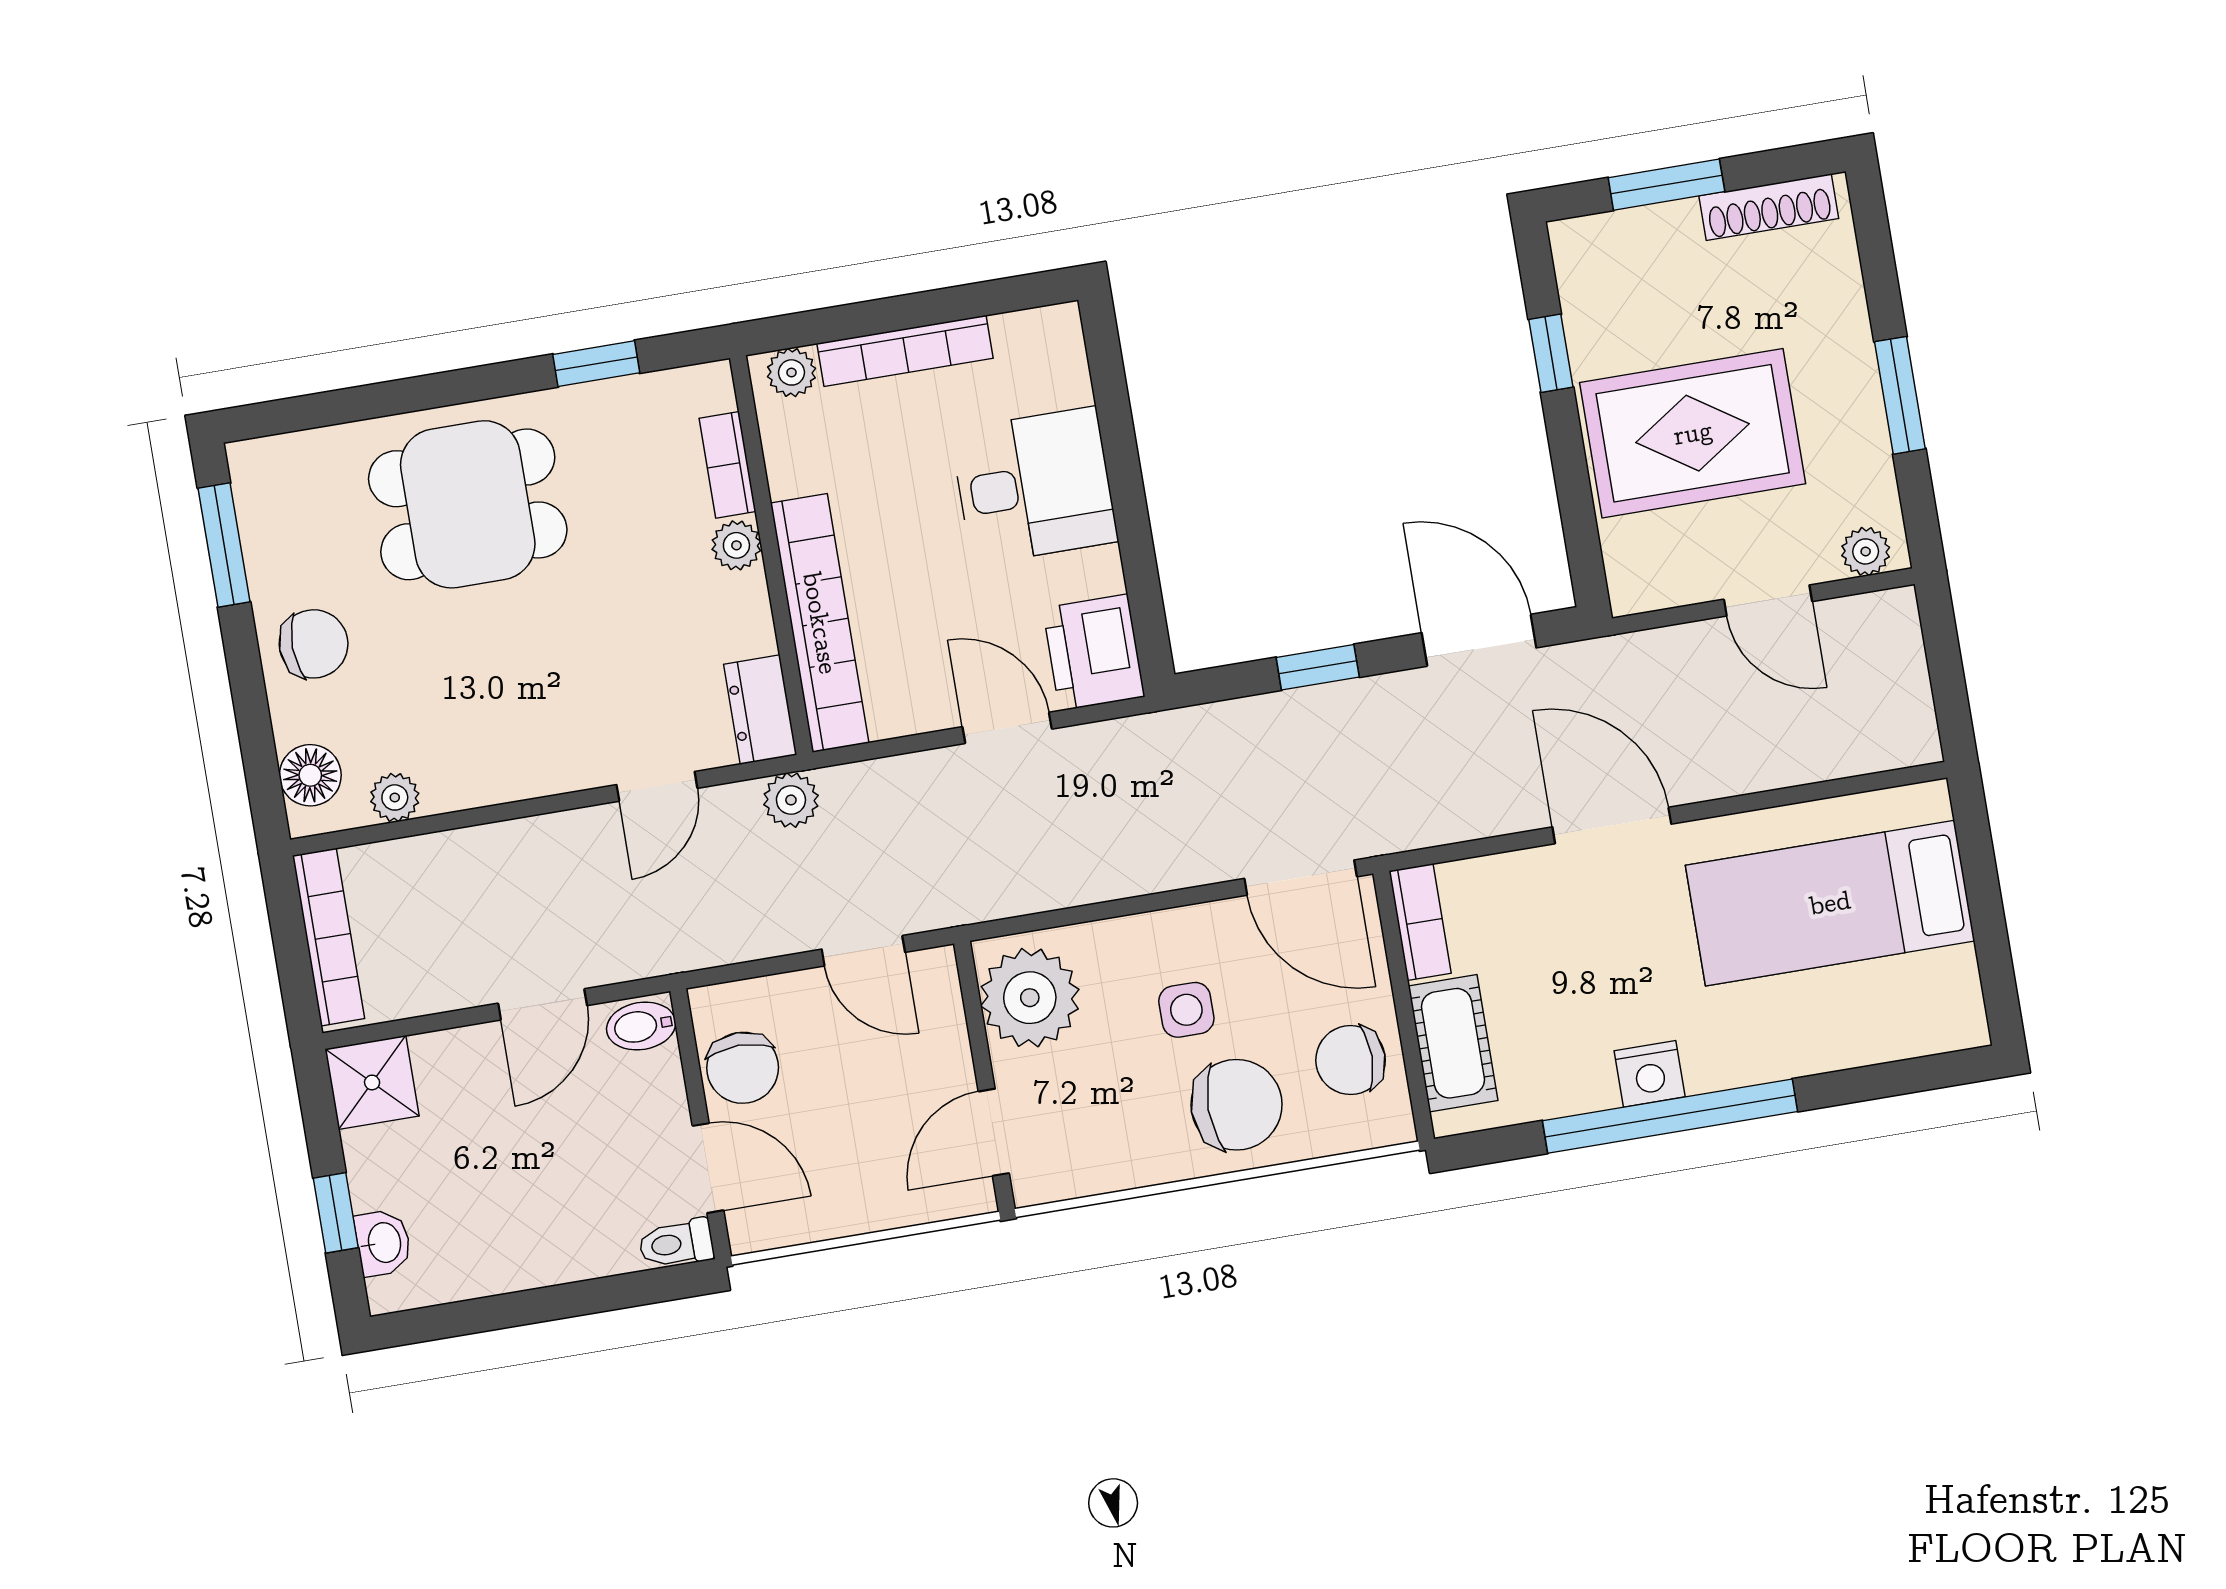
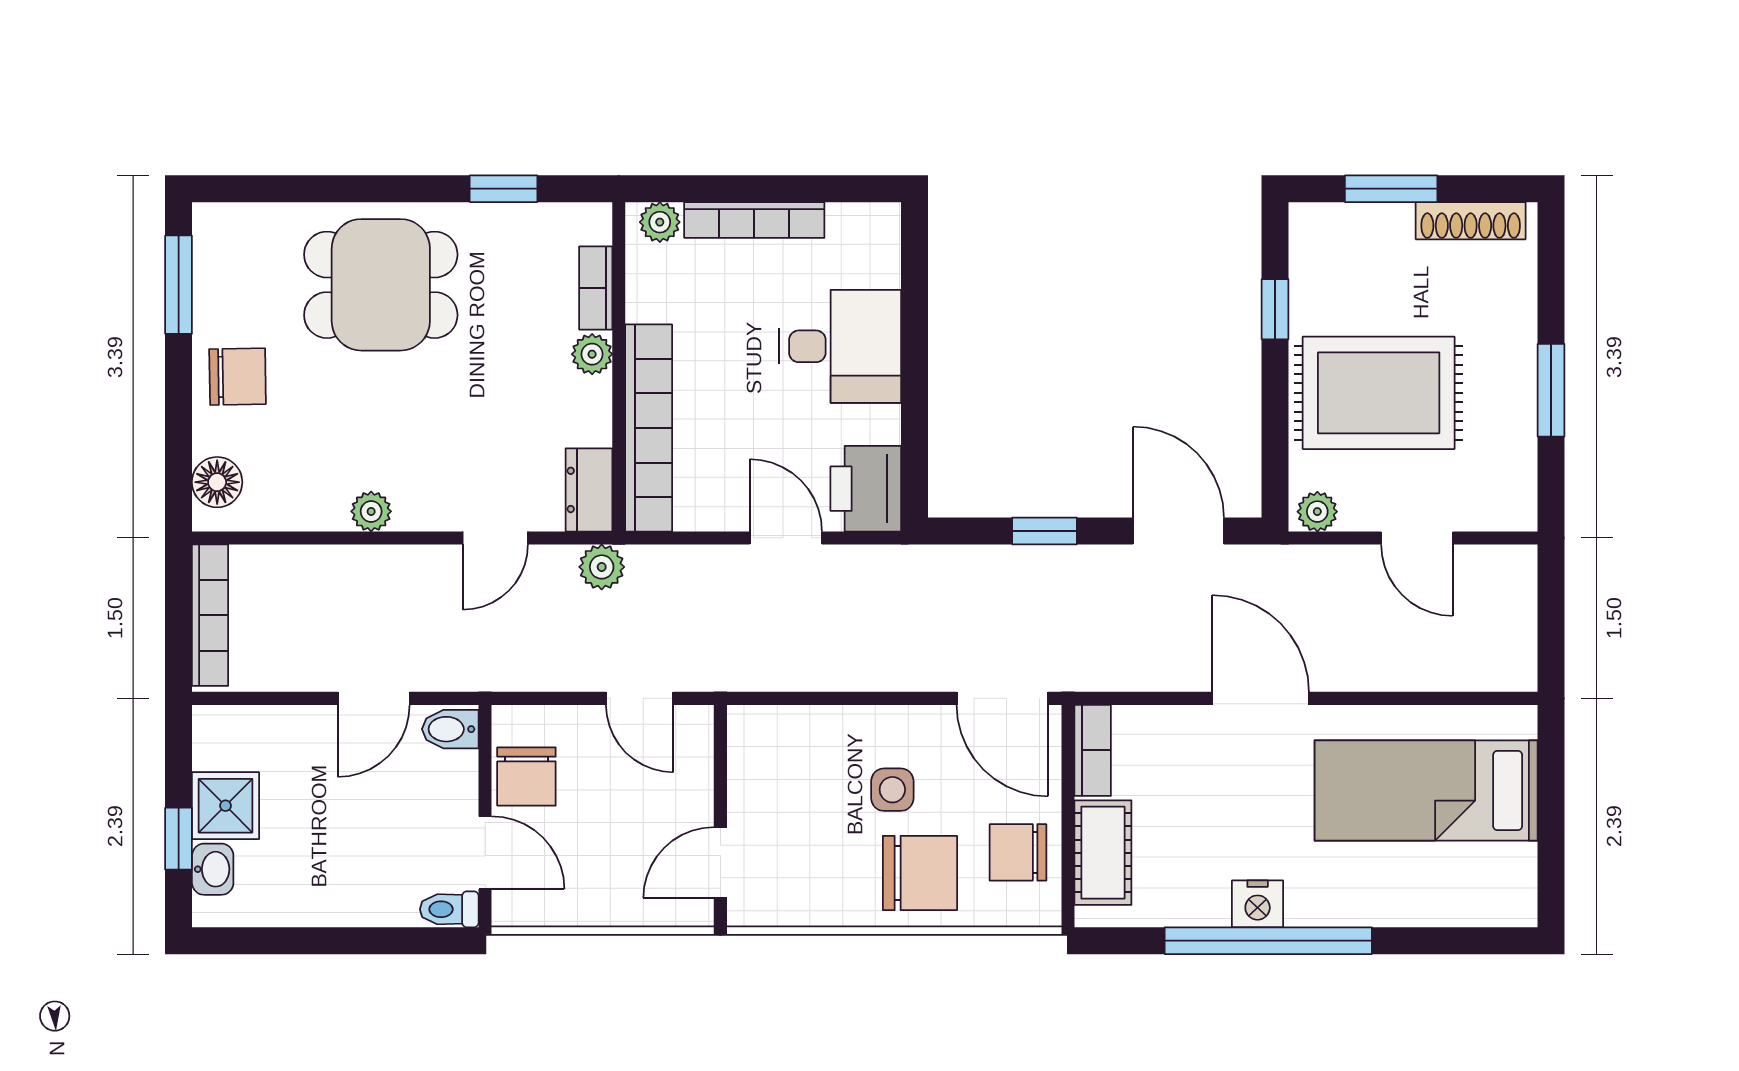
plant: (1866, 551) -> (1317, 512), moved
plant: (395, 797) -> (371, 511), moved
plant: (1030, 998) -> (768, 759), removed
shower: (372, 1082) -> (225, 806), moved

